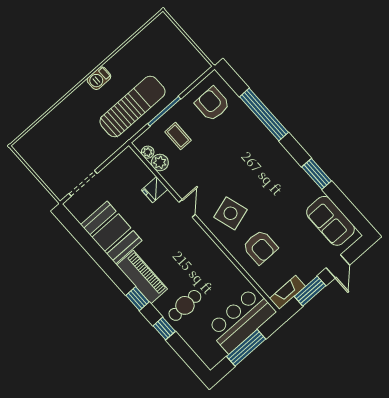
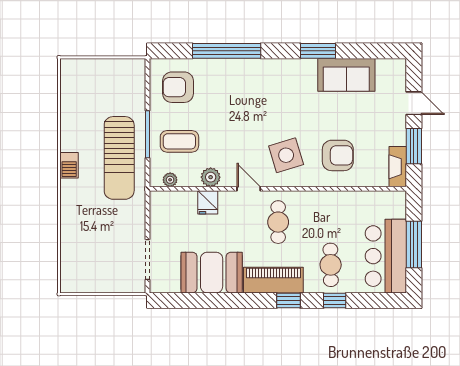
sun lounger: (132, 106) -> (119, 158), turned 180
coffee table: (178, 136) -> (179, 141), width x1.36, depth x1.30
plant: (160, 162) -> (211, 177), moved
sofa: (330, 221) -> (346, 75), moved
cafe table: (182, 247) -> (278, 222), added
bar counter: (241, 320) -> (386, 256), moved

